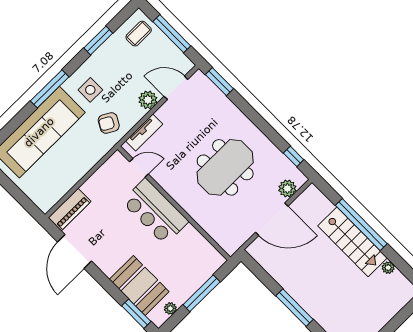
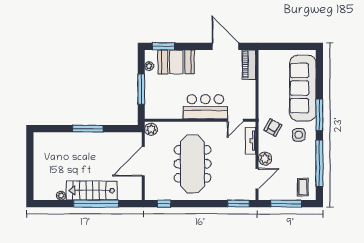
window: (98, 41) -> (319, 163), width x2.11
meeting table: (225, 167) -> (193, 164), width x1.36
plant: (287, 189) -> (151, 129), moved

